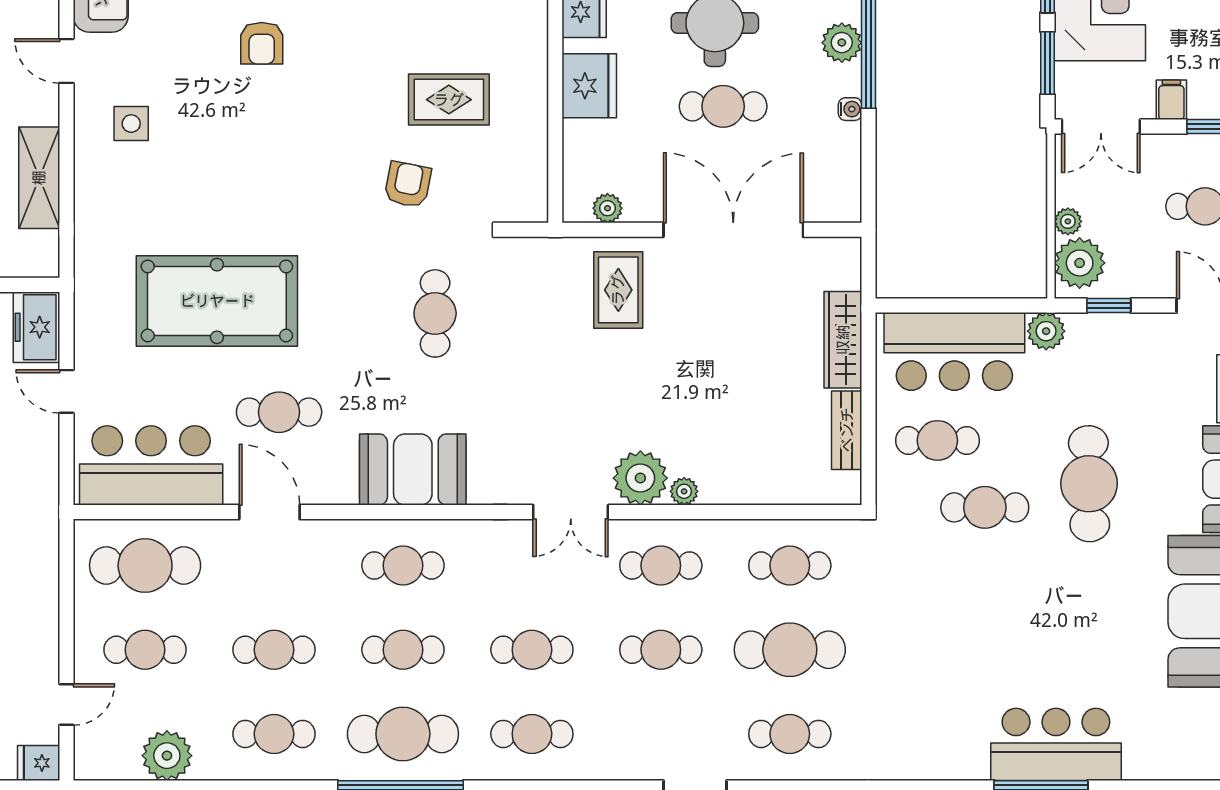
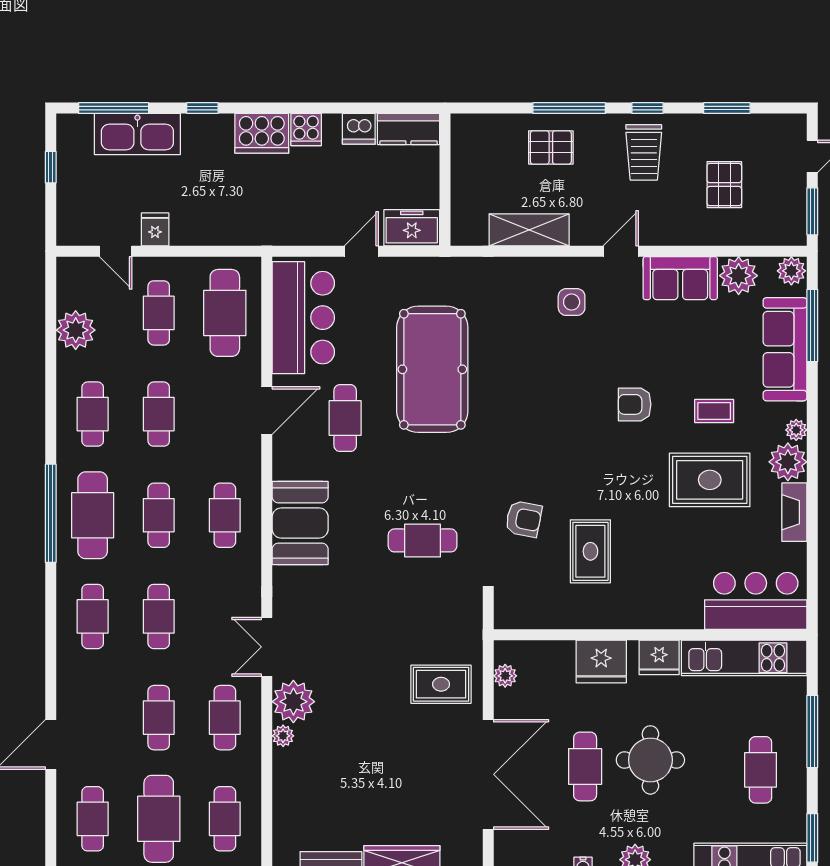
fridge: (39, 763) -> (155, 229), moved

